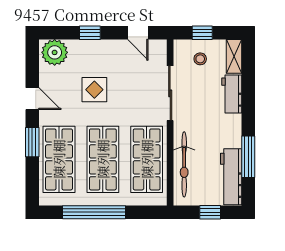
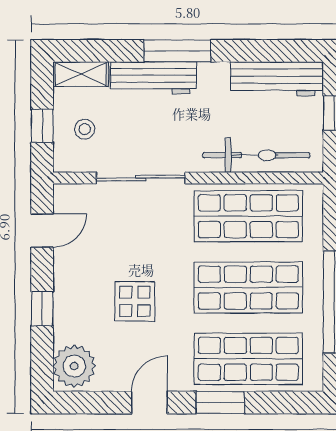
workbench: (232, 94) -> (153, 78), width x1.38
window: (248, 157) -> (177, 51), moved

